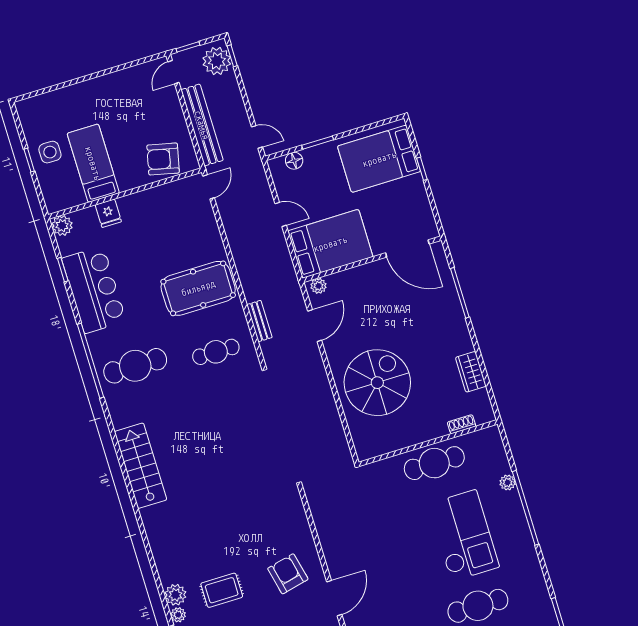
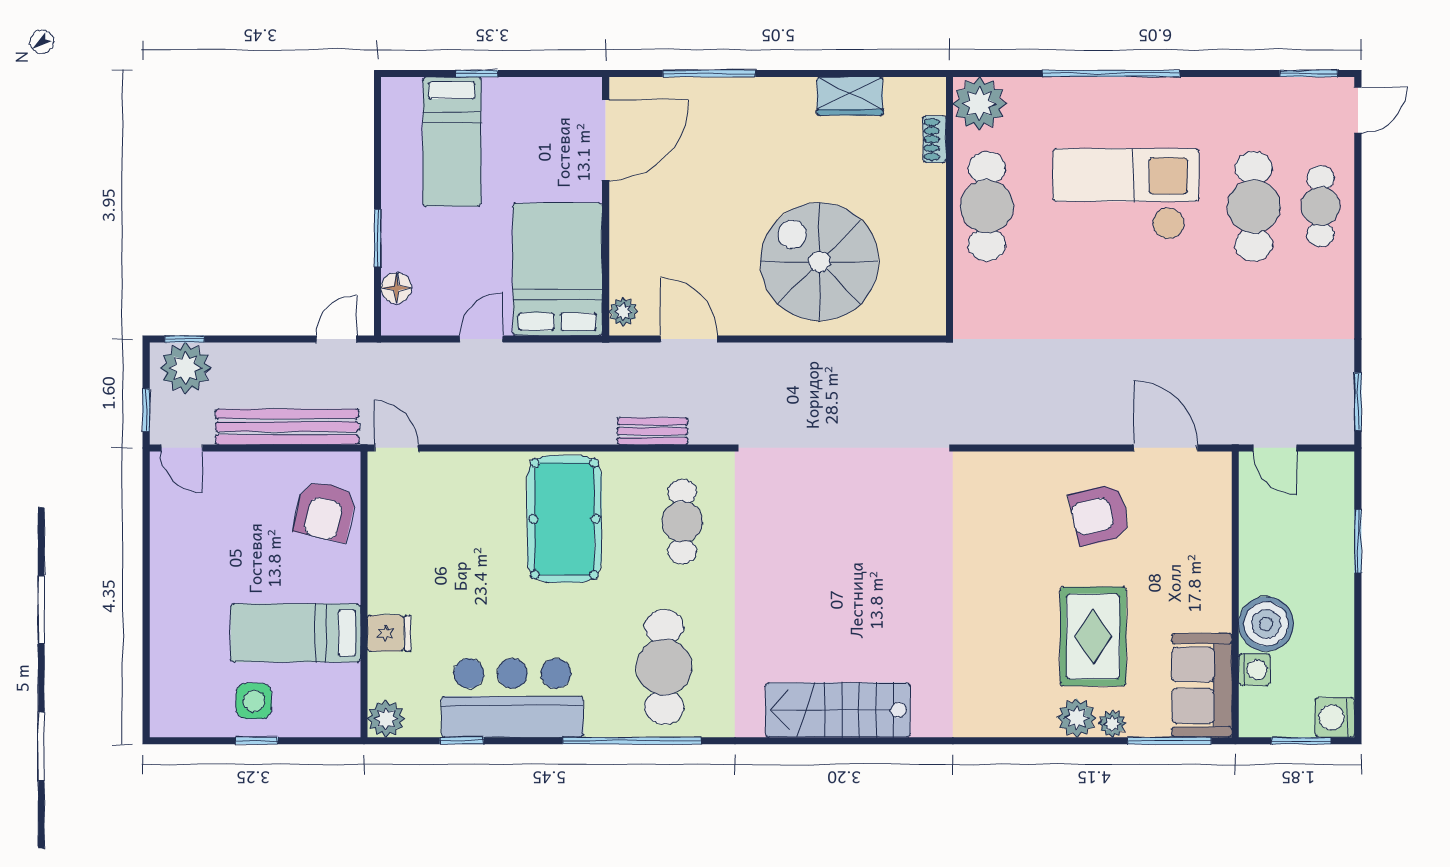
bed: (379, 159) -> (452, 142), width x0.67
plant: (508, 483) -> (979, 104), moved, width x1.88, depth x1.88
rug: (222, 590) -> (1093, 636), width x1.36, depth x1.43

